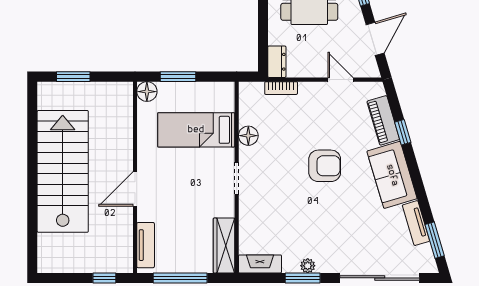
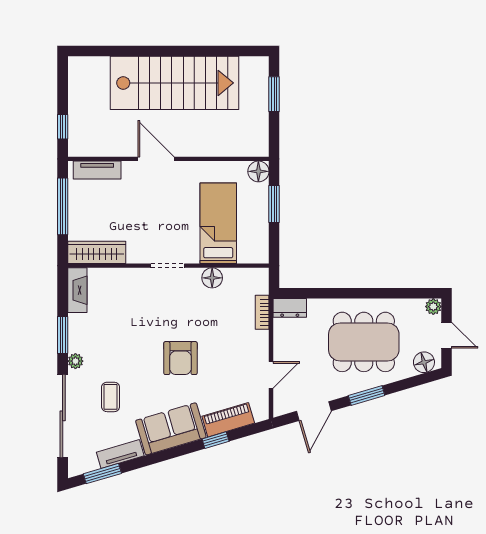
door: (375, 39) -> (314, 411), hinge flipped
coffee table: (362, 232) -> (111, 397), added
plant: (308, 266) -> (75, 361), moved

